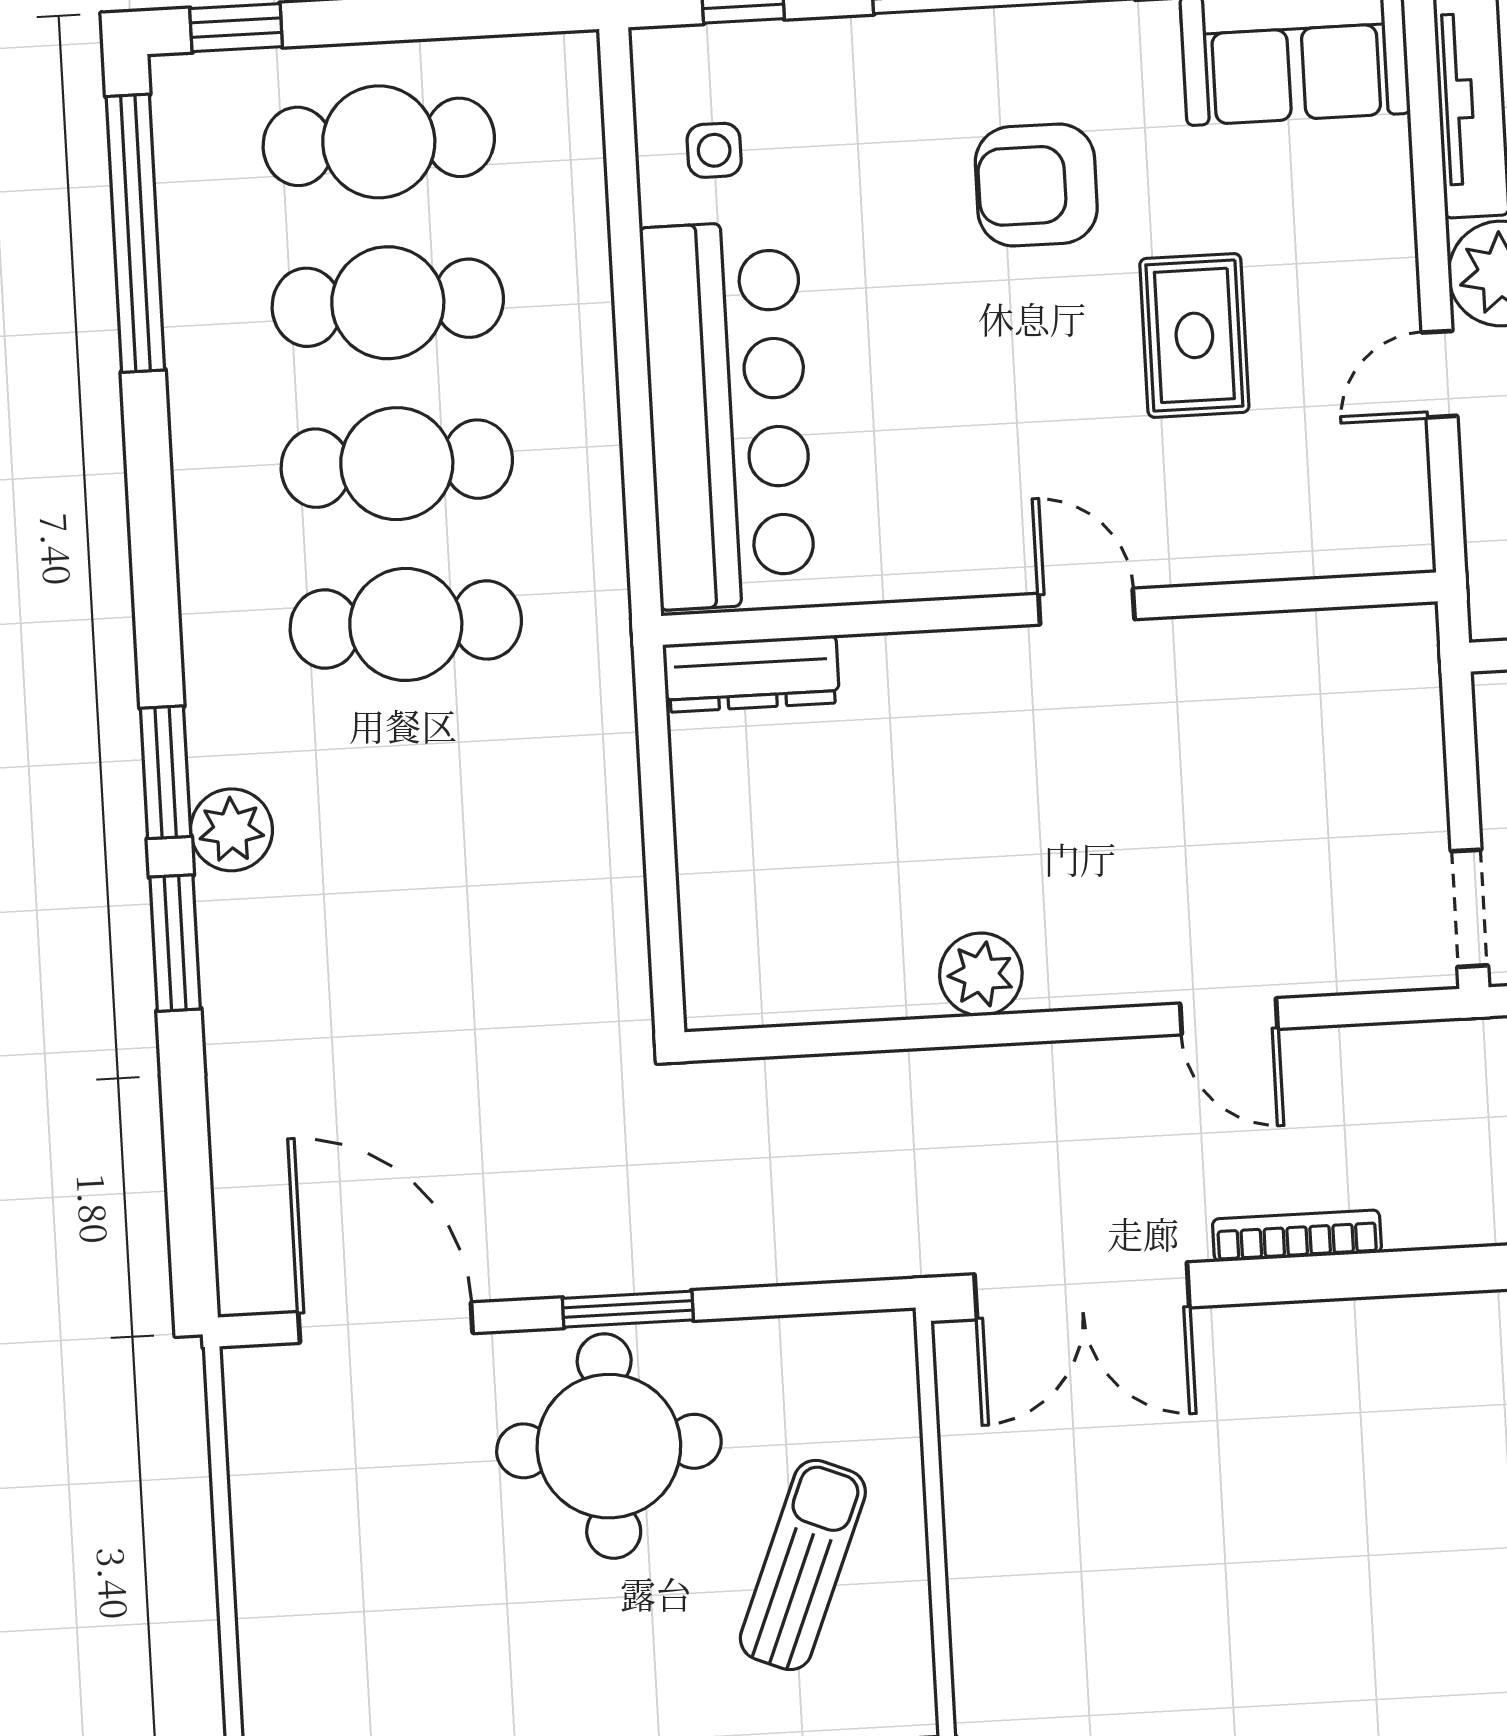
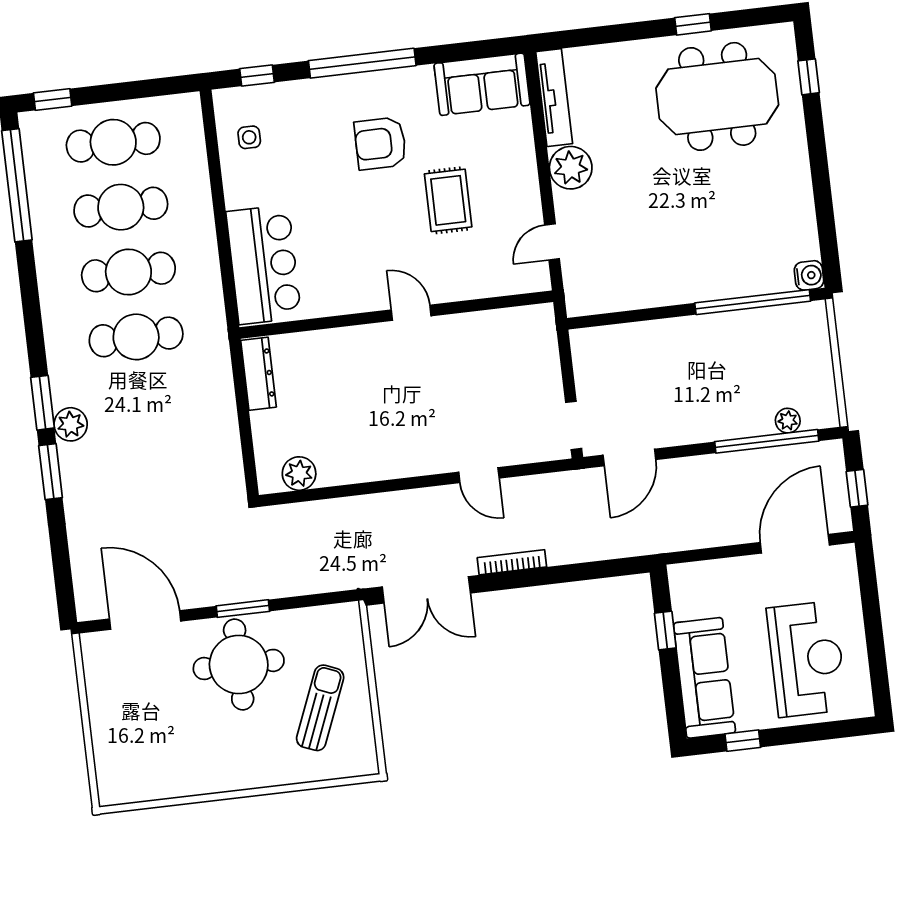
door: (1440, 374) -> (552, 242), moved
bar counter: (728, 415) -> (264, 265), width x0.73
dresser: (751, 674) -> (259, 374), moved, turned -90
plant: (981, 974) -> (299, 474), moved

